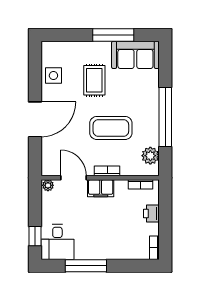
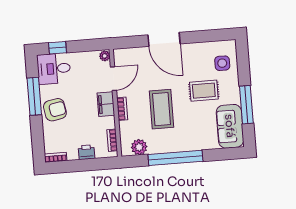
side table: (53, 76) -> (222, 63), moved
armchair: (102, 244) -> (55, 110), added

